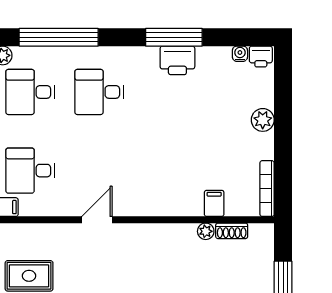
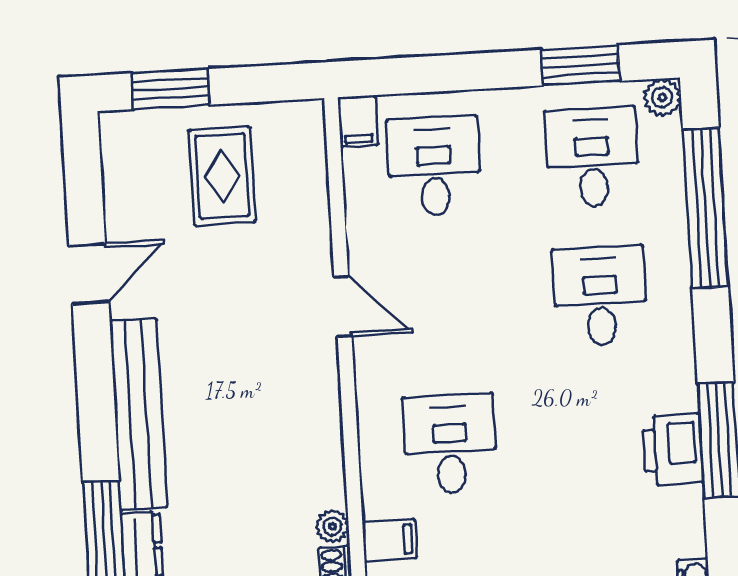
desk: (168, 171) -> (450, 444), added

